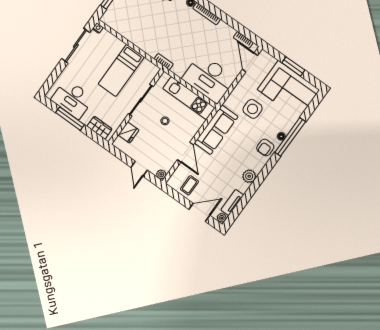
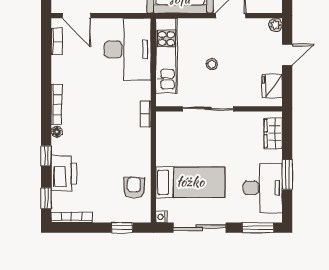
armchair: (126, 24) -> (134, 188), added
door: (250, 62) -> (76, 16), hinge flipped
bed: (121, 70) -> (190, 182), moved
window: (52, 80) -> (258, 228), added
window: (70, 119) -> (287, 175), width x0.69
fridge: (129, 132) -> (272, 86), moved, turned -90

